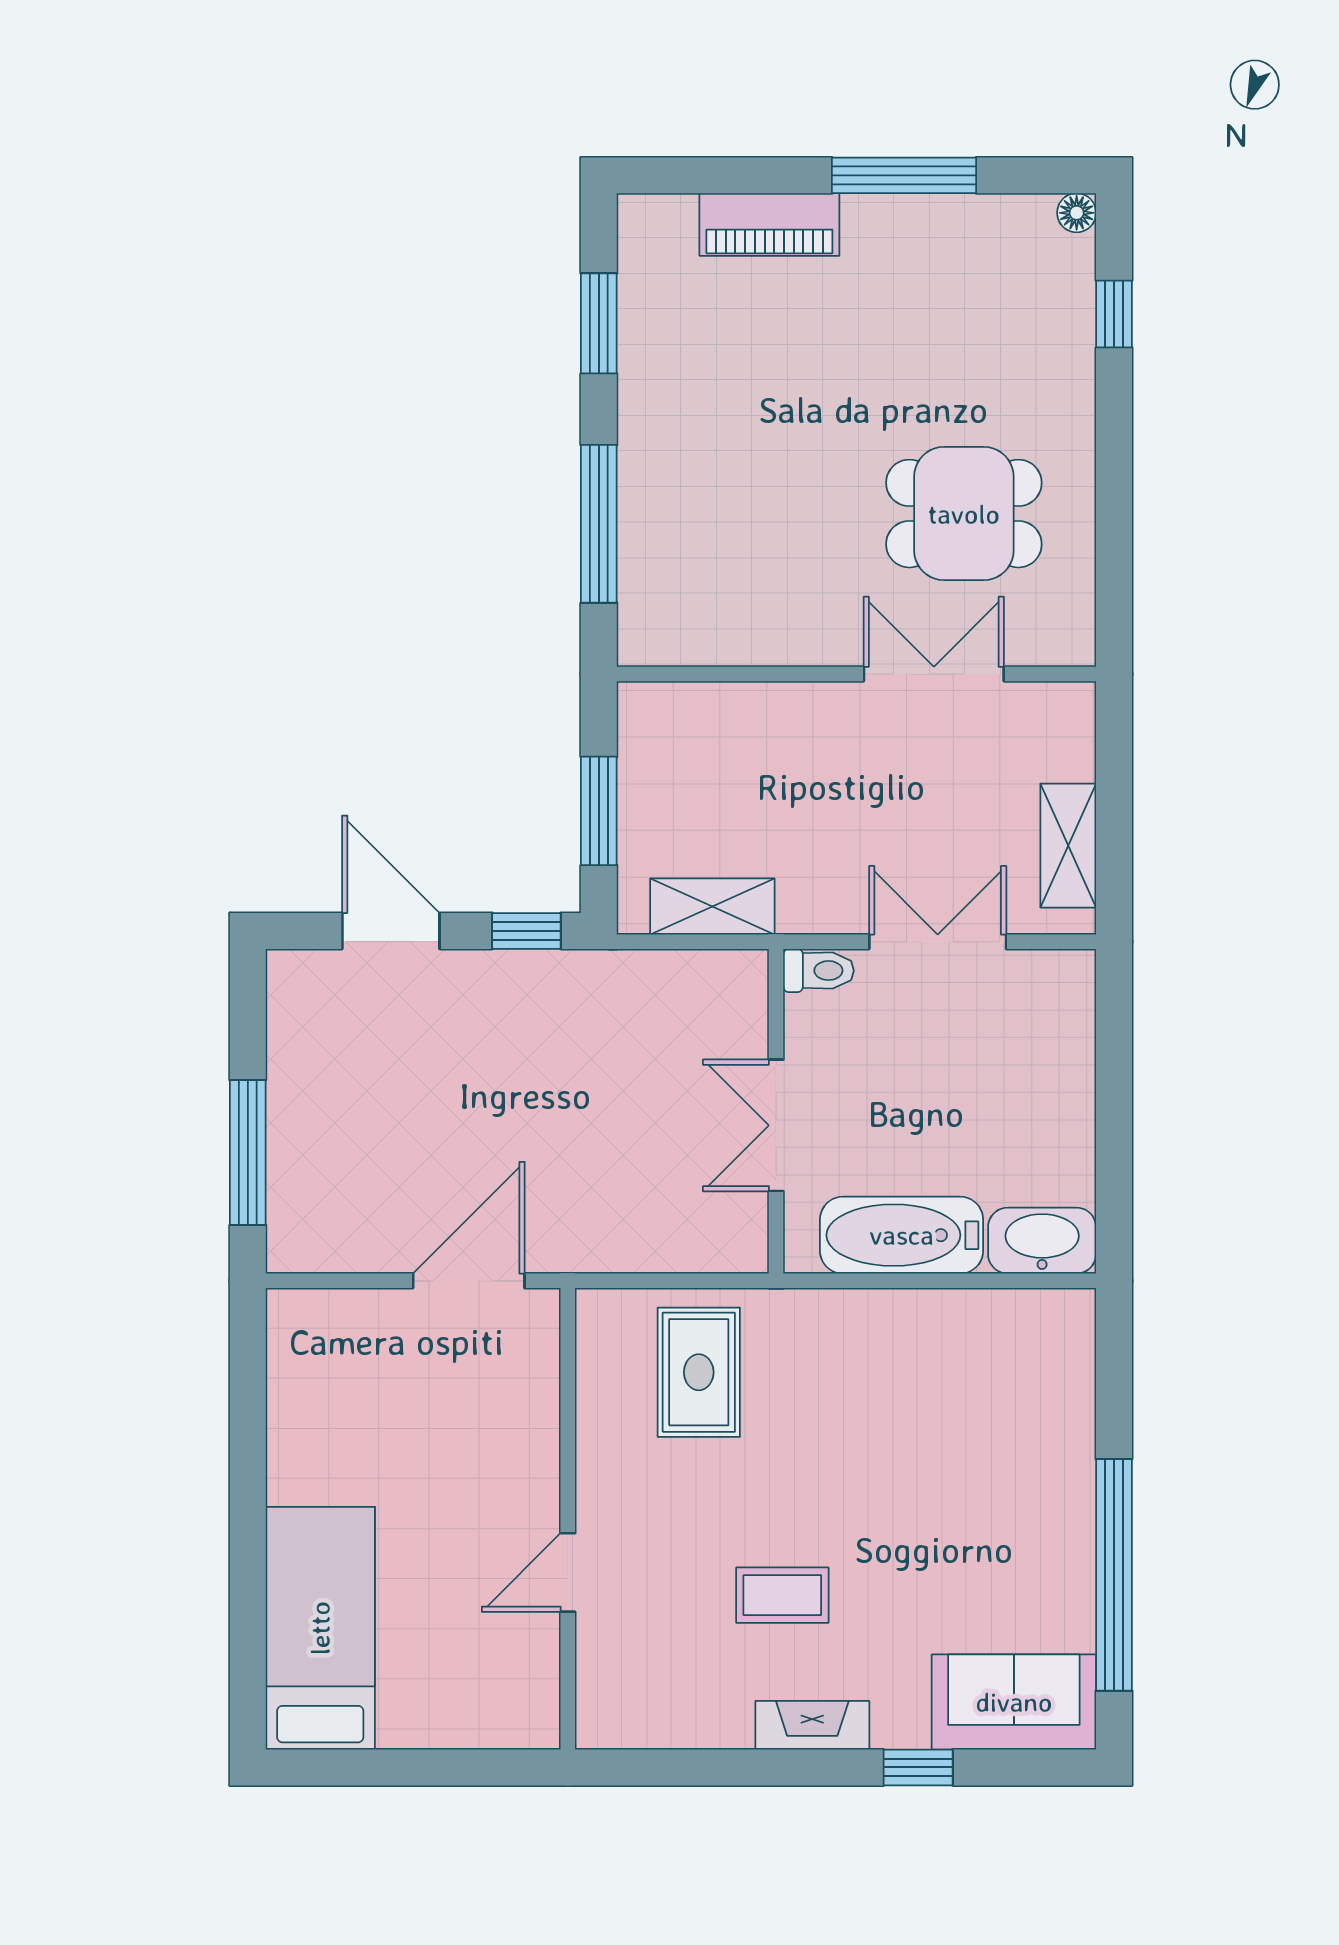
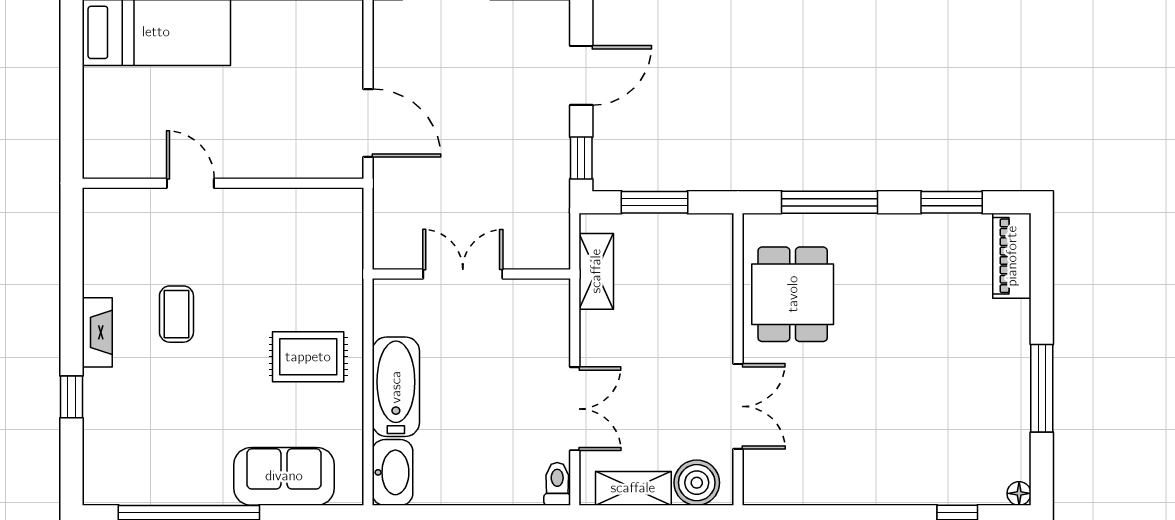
piano: (769, 225) -> (1012, 256), moved
dining table: (964, 514) -> (793, 294), moved
boiler: (1059, 742) -> (697, 483), added
toilet: (819, 971) -> (557, 484), moved, turned 180
wall: (776, 1111) -> (471, 274), moved
double door: (776, 1125) -> (463, 274), moved
rug: (699, 1372) -> (308, 357), moved
sofa: (1014, 1702) -> (284, 476), moved, turned -90

